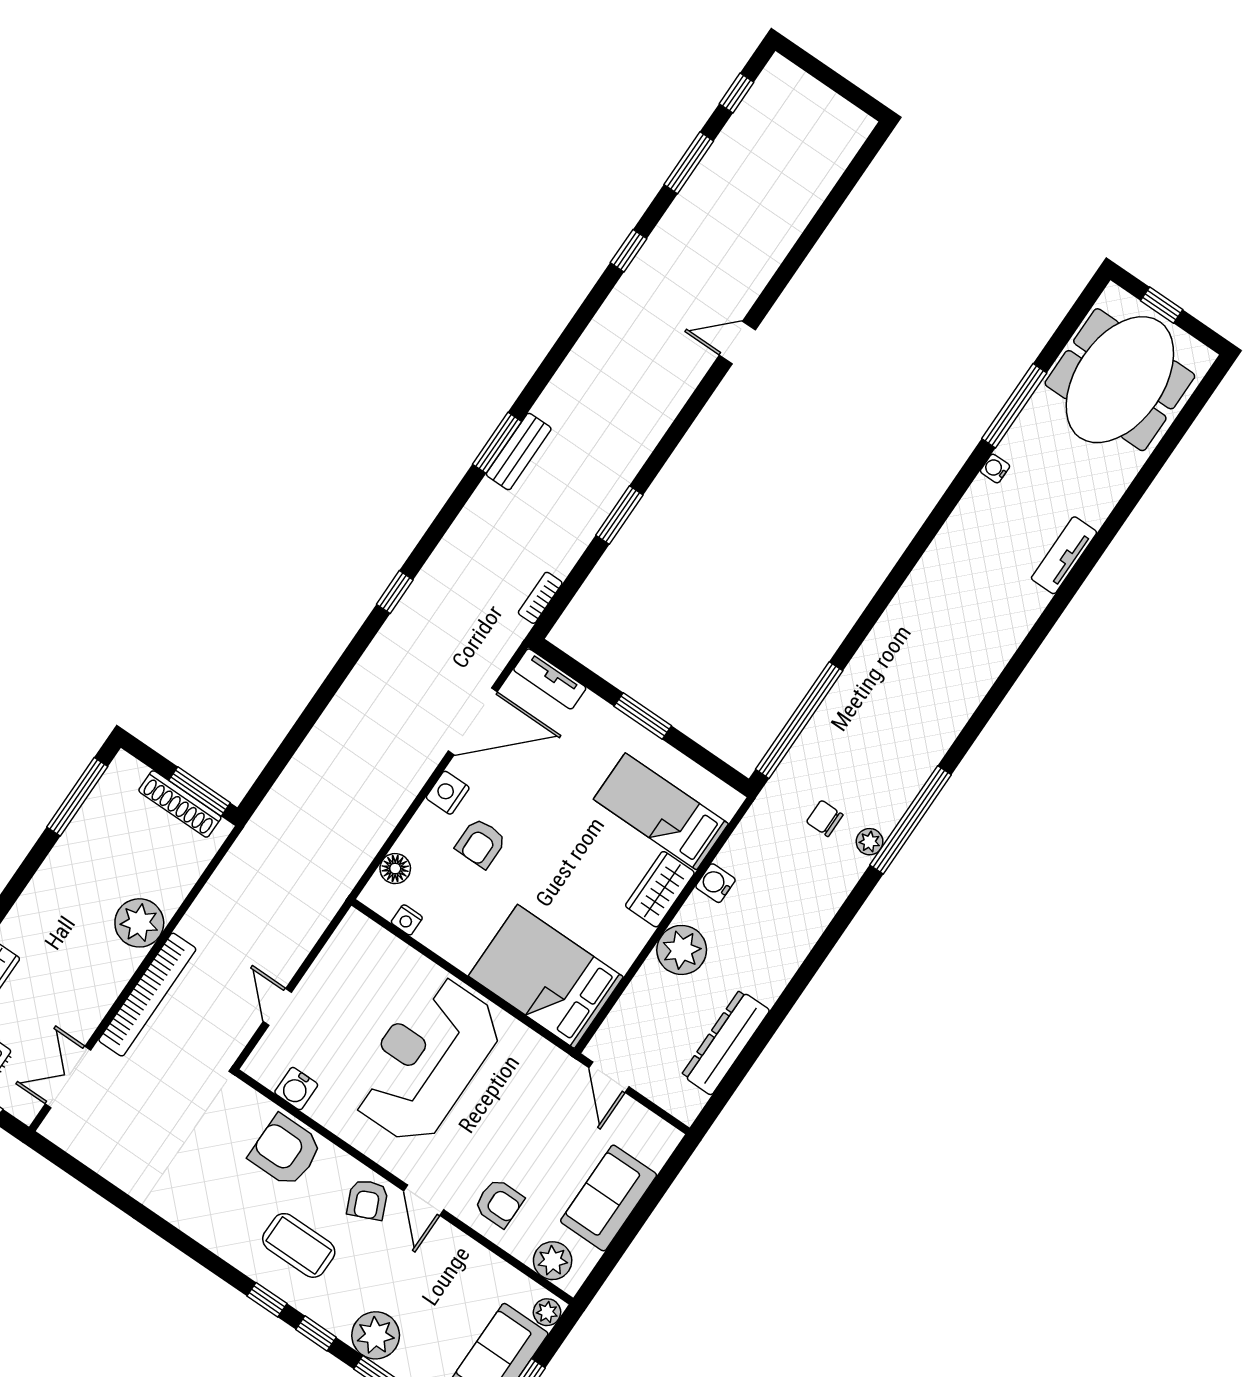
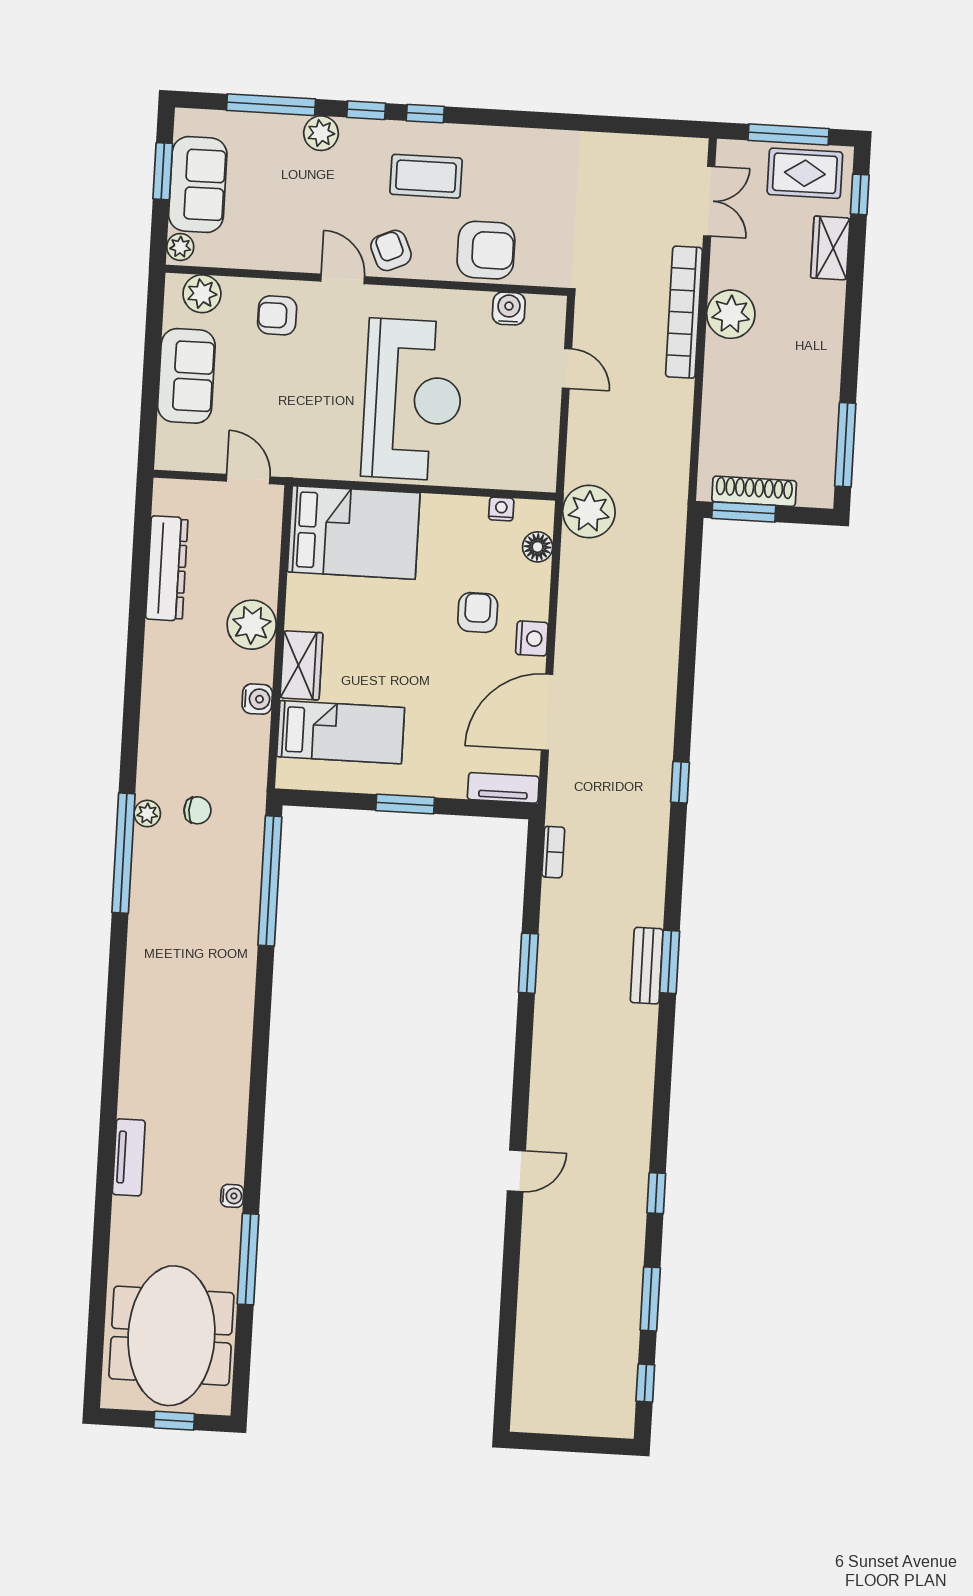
plant: (333, 872) -> (589, 512), added
plant: (139, 923) -> (731, 314), moved
plant: (376, 1335) -> (321, 133), width x0.73, depth x0.73

